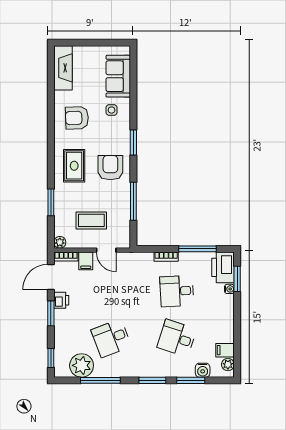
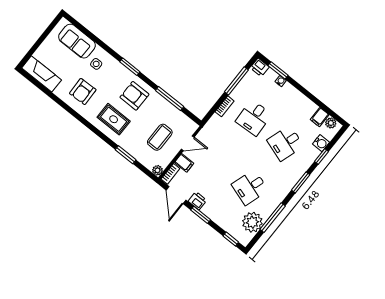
printer: (223, 267) -> (260, 67), width x0.53, depth x0.68
desk: (111, 338) -> (250, 187), turned 39
window: (191, 380) -> (321, 157), width x0.67

